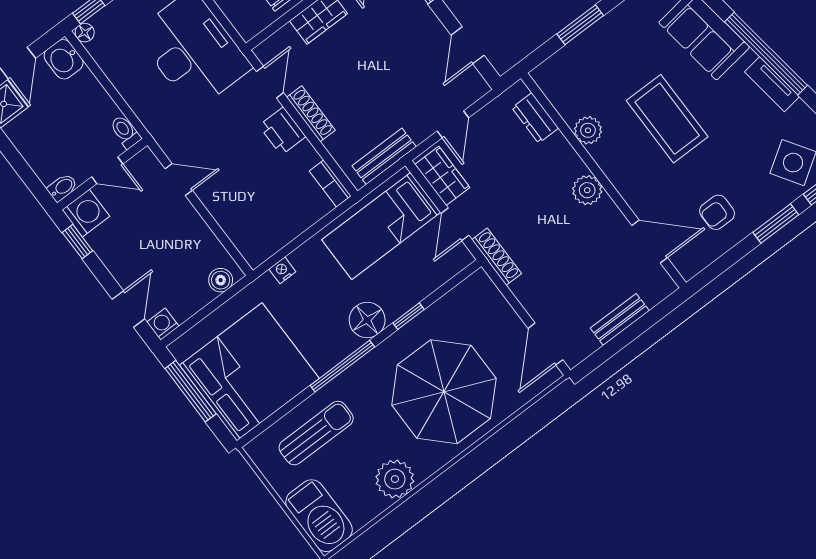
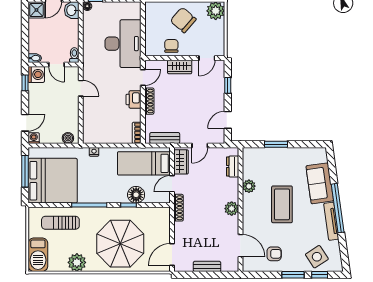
tv unit: (772, 84) -> (331, 221), width x1.41
armchair: (717, 212) -> (274, 254), turned 180
floor lamp: (367, 320) -> (136, 195), moved
sun lounger: (316, 433) -> (60, 223), turned 180

